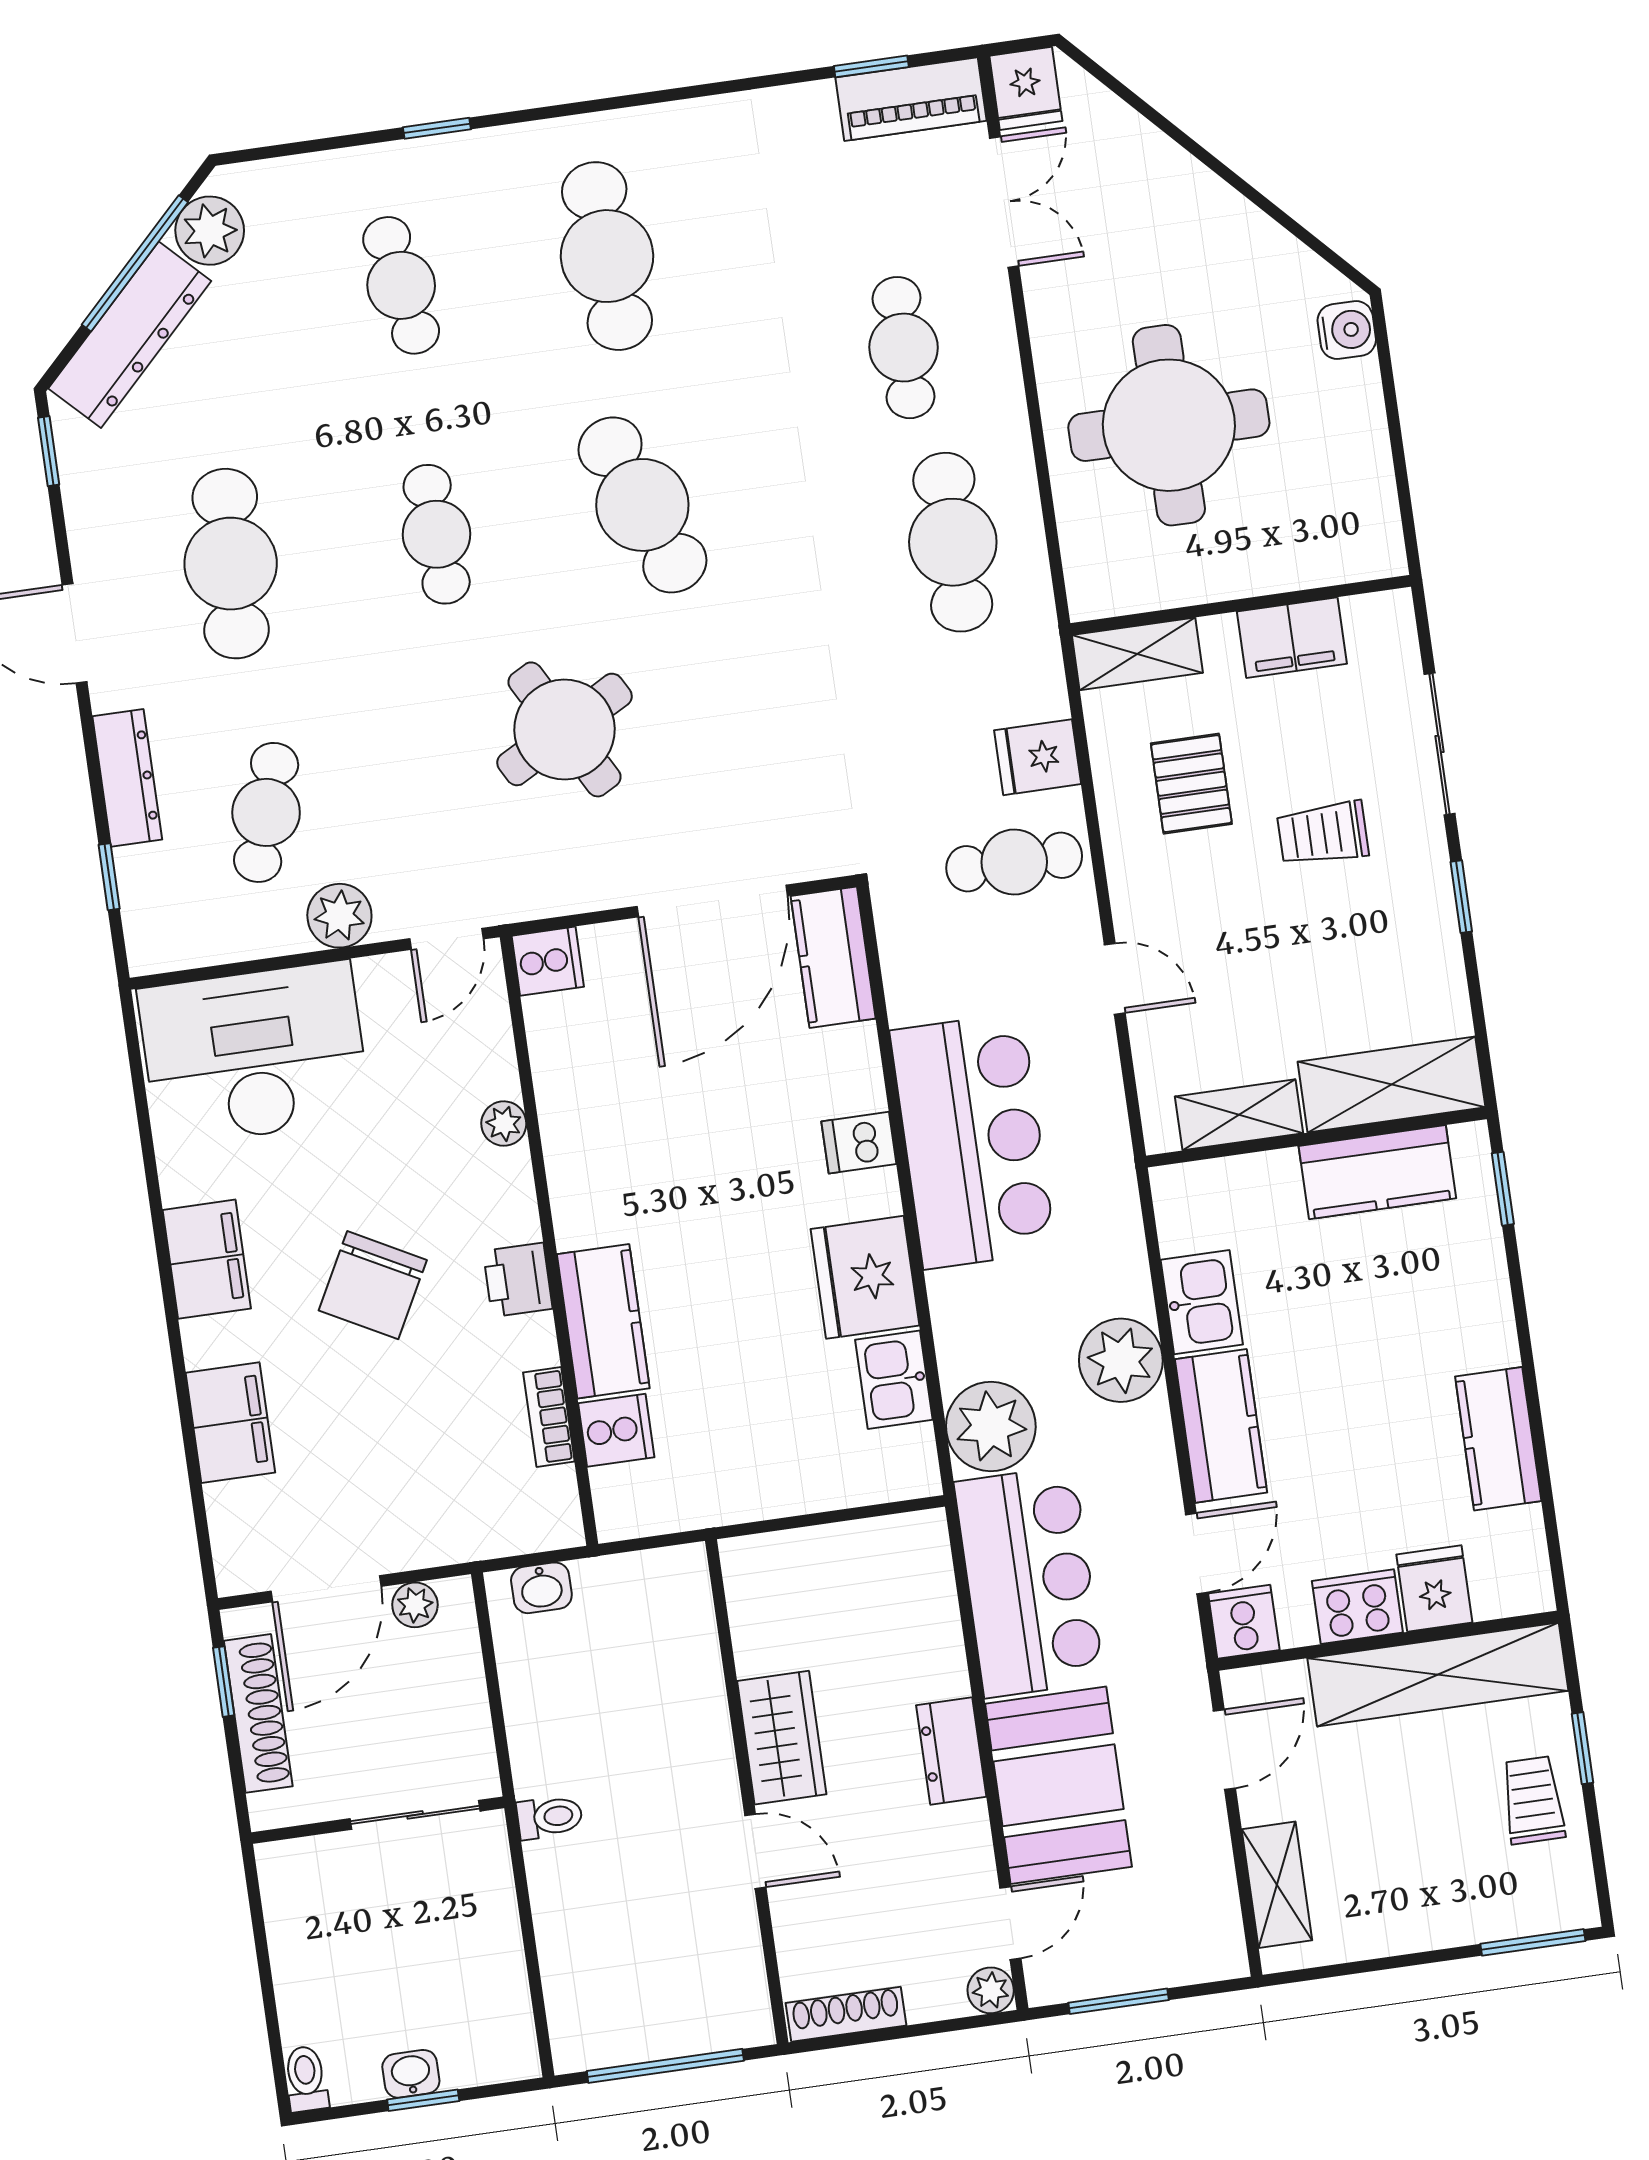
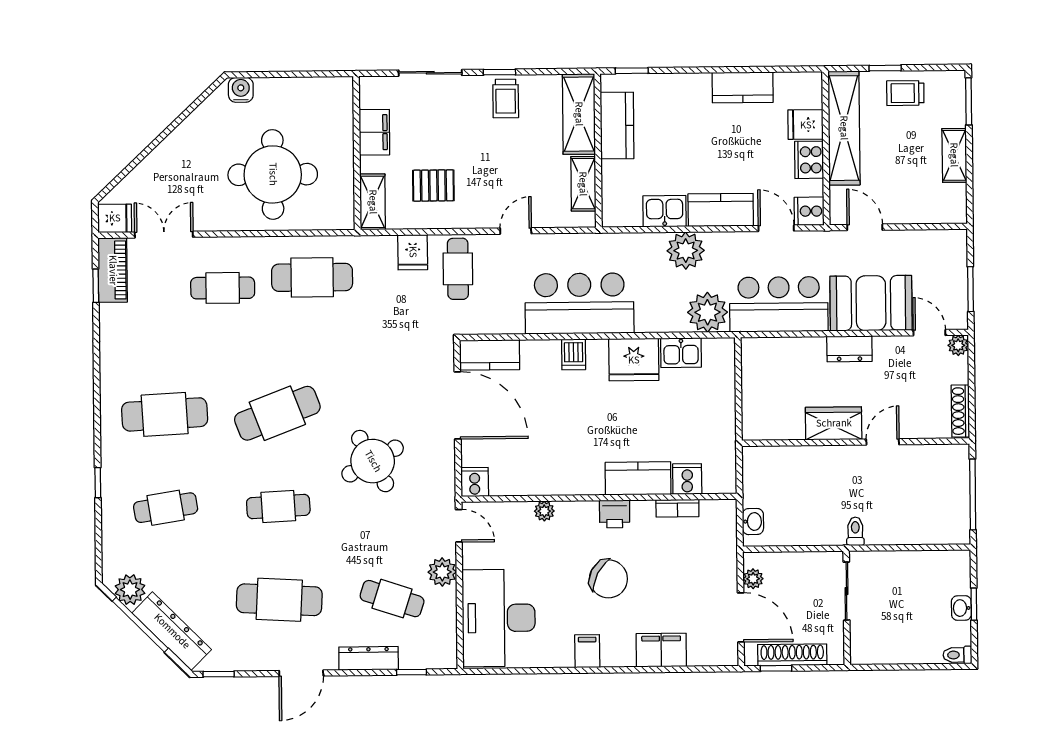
trolley: (1323, 834) -> (506, 99), moved
filing cabinet: (207, 1259) -> (587, 651), width x0.50
shelving: (1277, 1885) -> (954, 155), moved, turned 90

